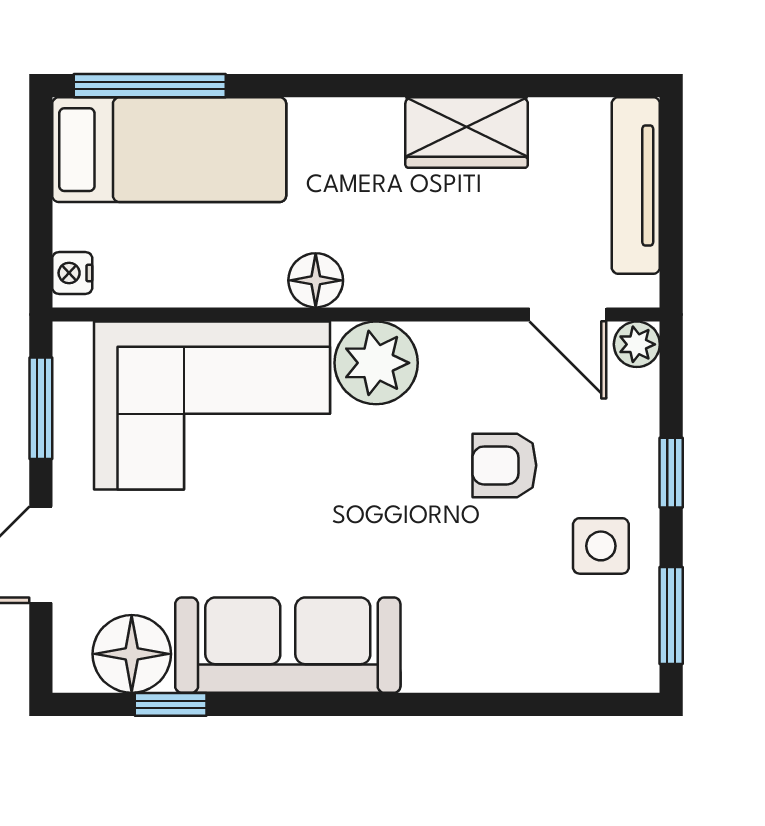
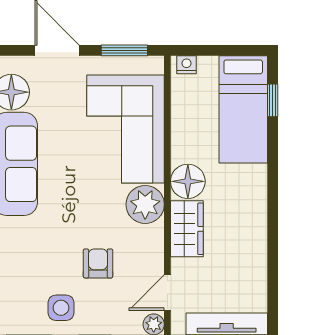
window: (150, 86) -> (273, 100), width x0.46
wardrobe: (467, 133) -> (187, 229), moved, turned 180
floor lamp: (316, 280) -> (188, 181), width x1.38, depth x1.38

